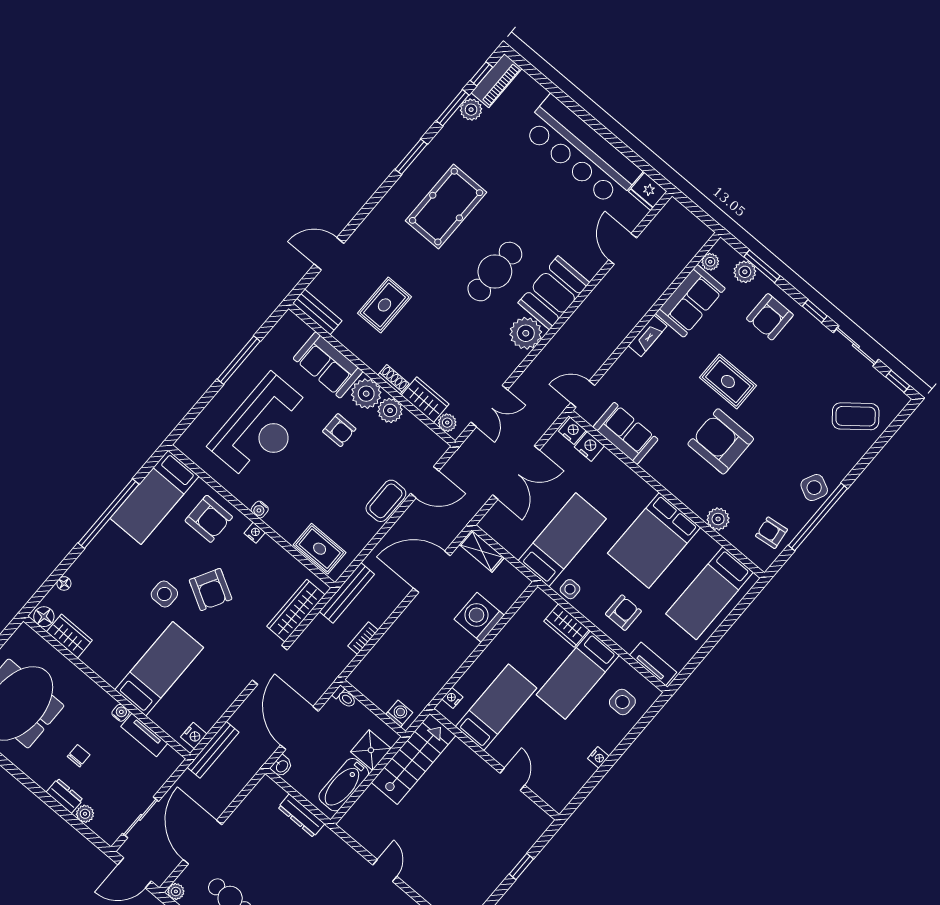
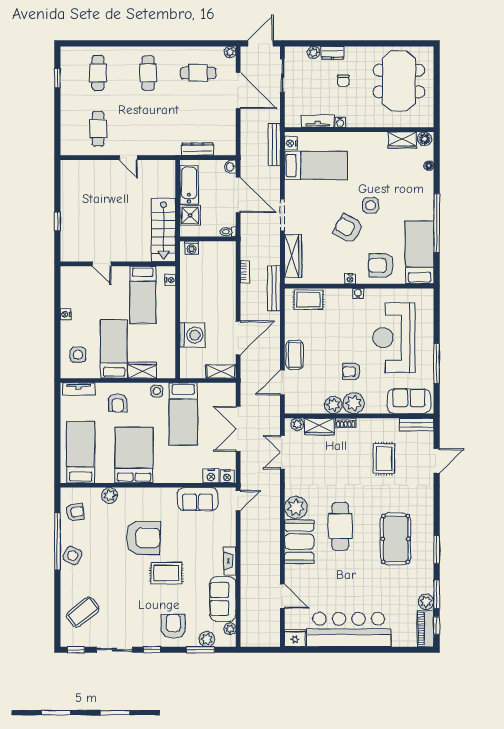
sofa: (328, 365) -> (409, 401), moved
bed: (159, 669) -> (316, 165), moved, turned -90

